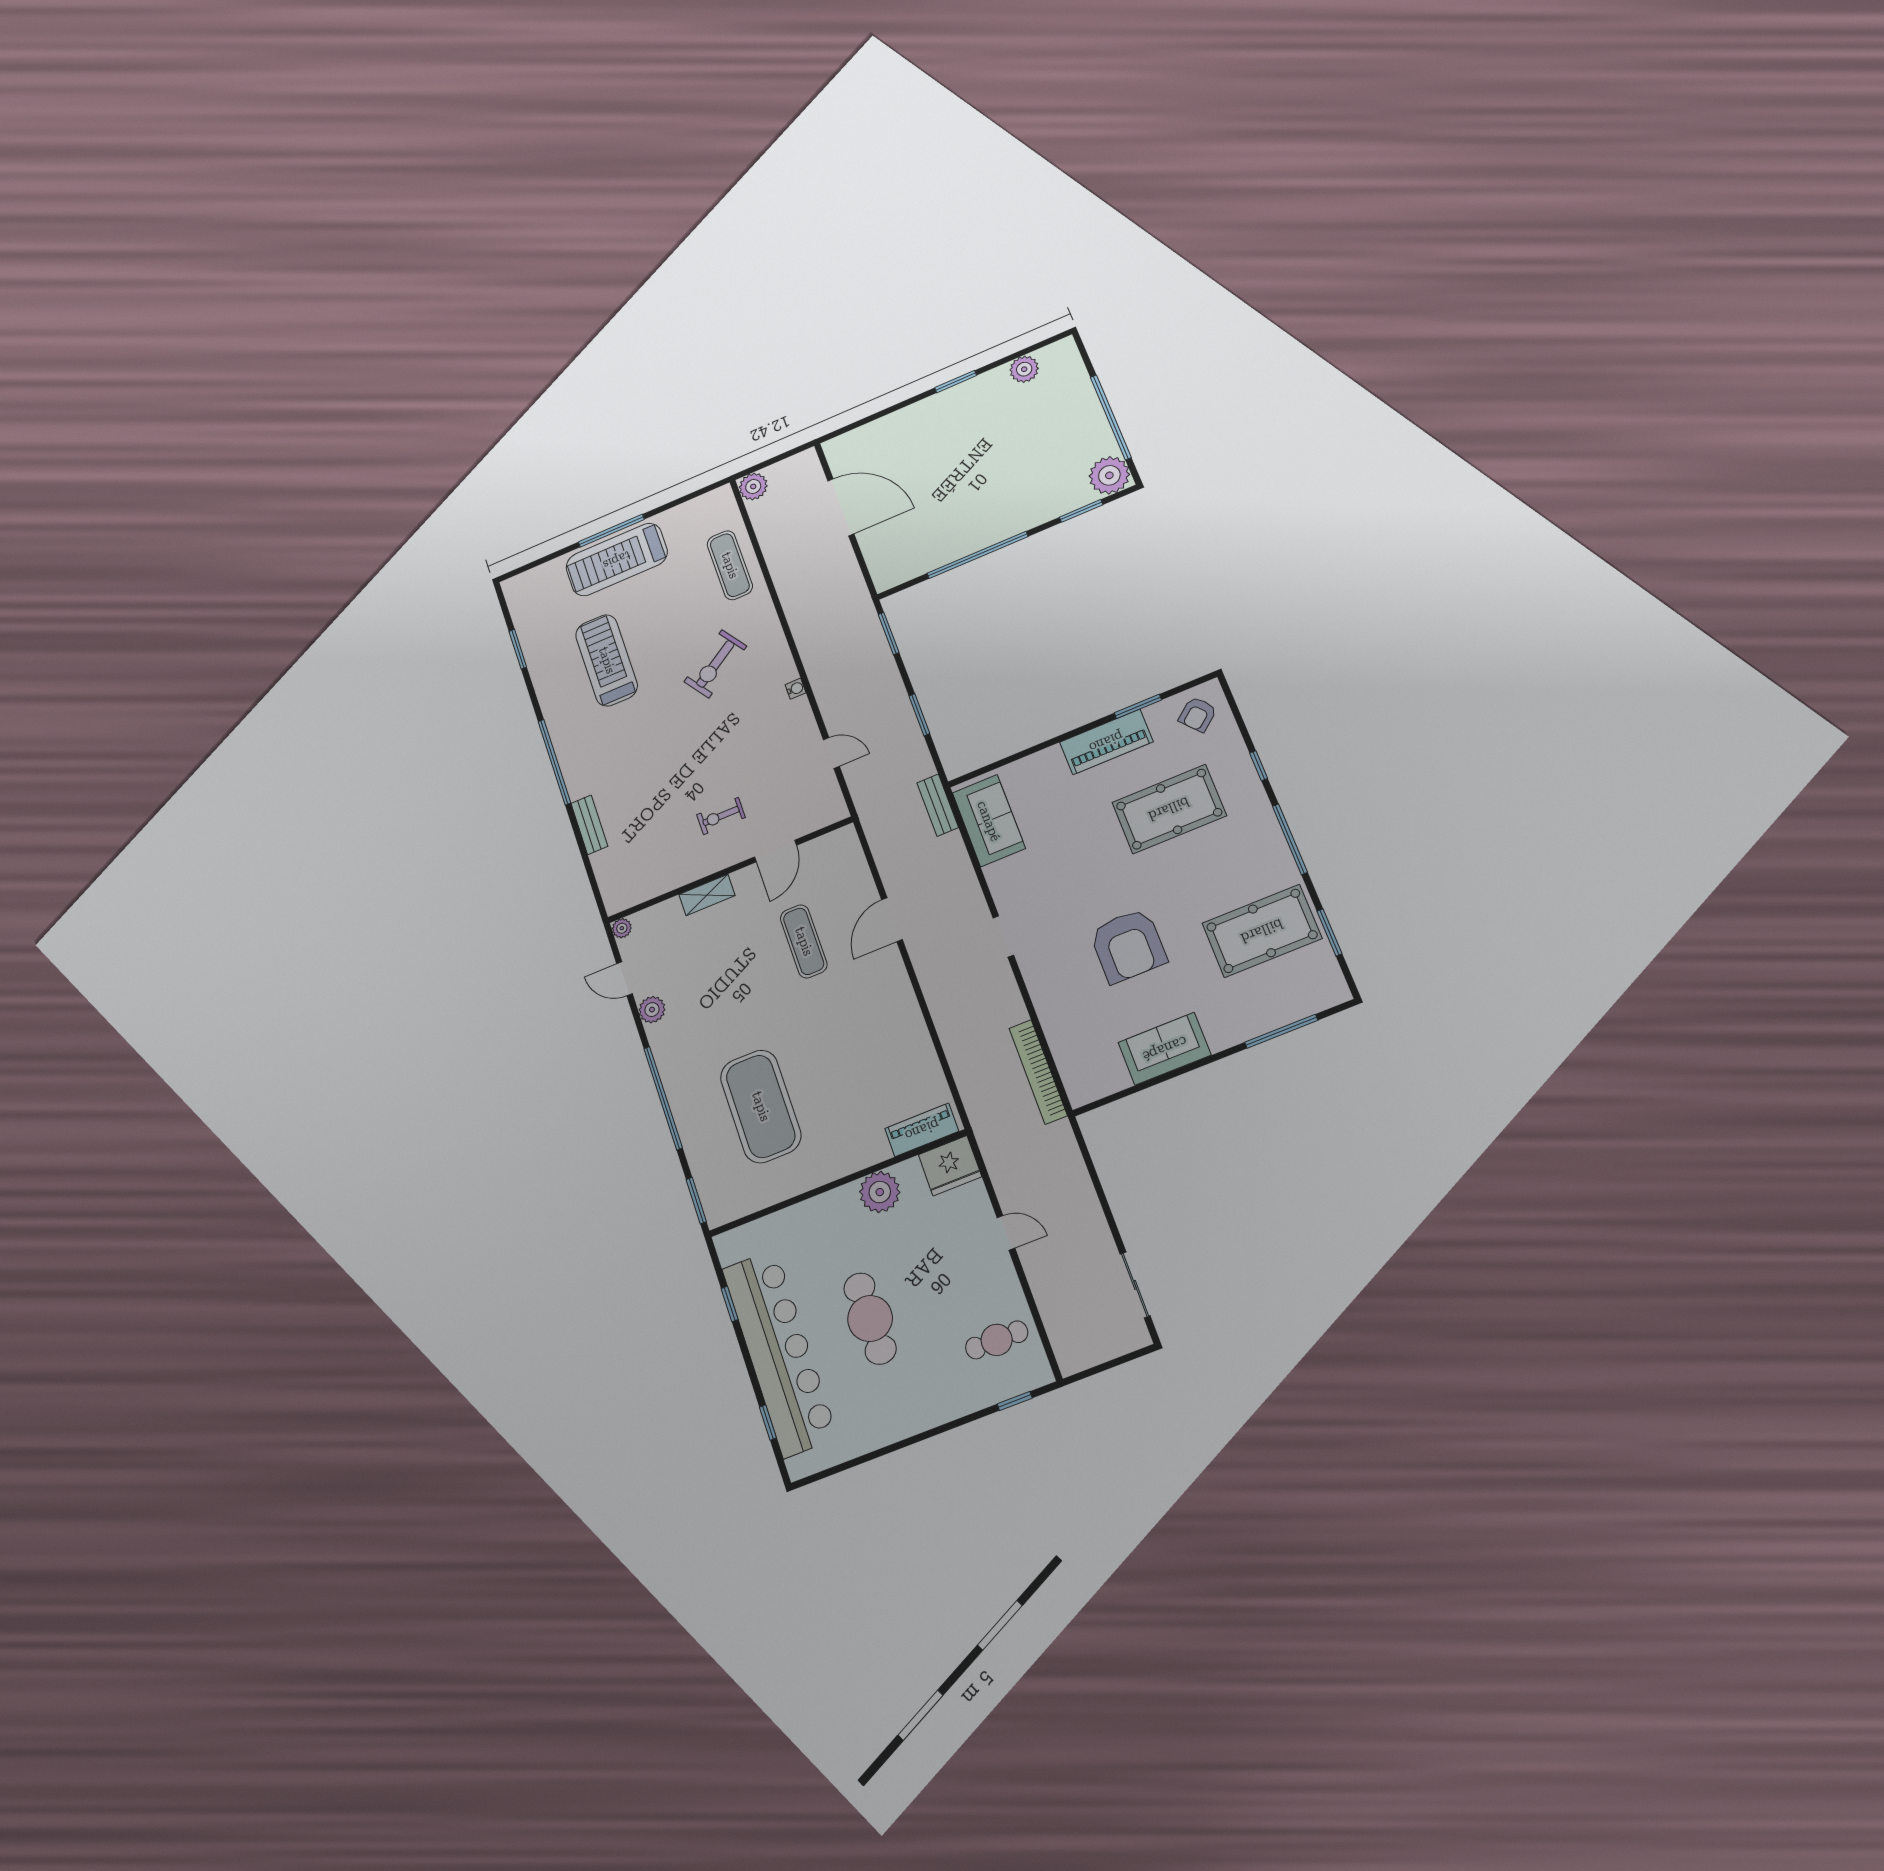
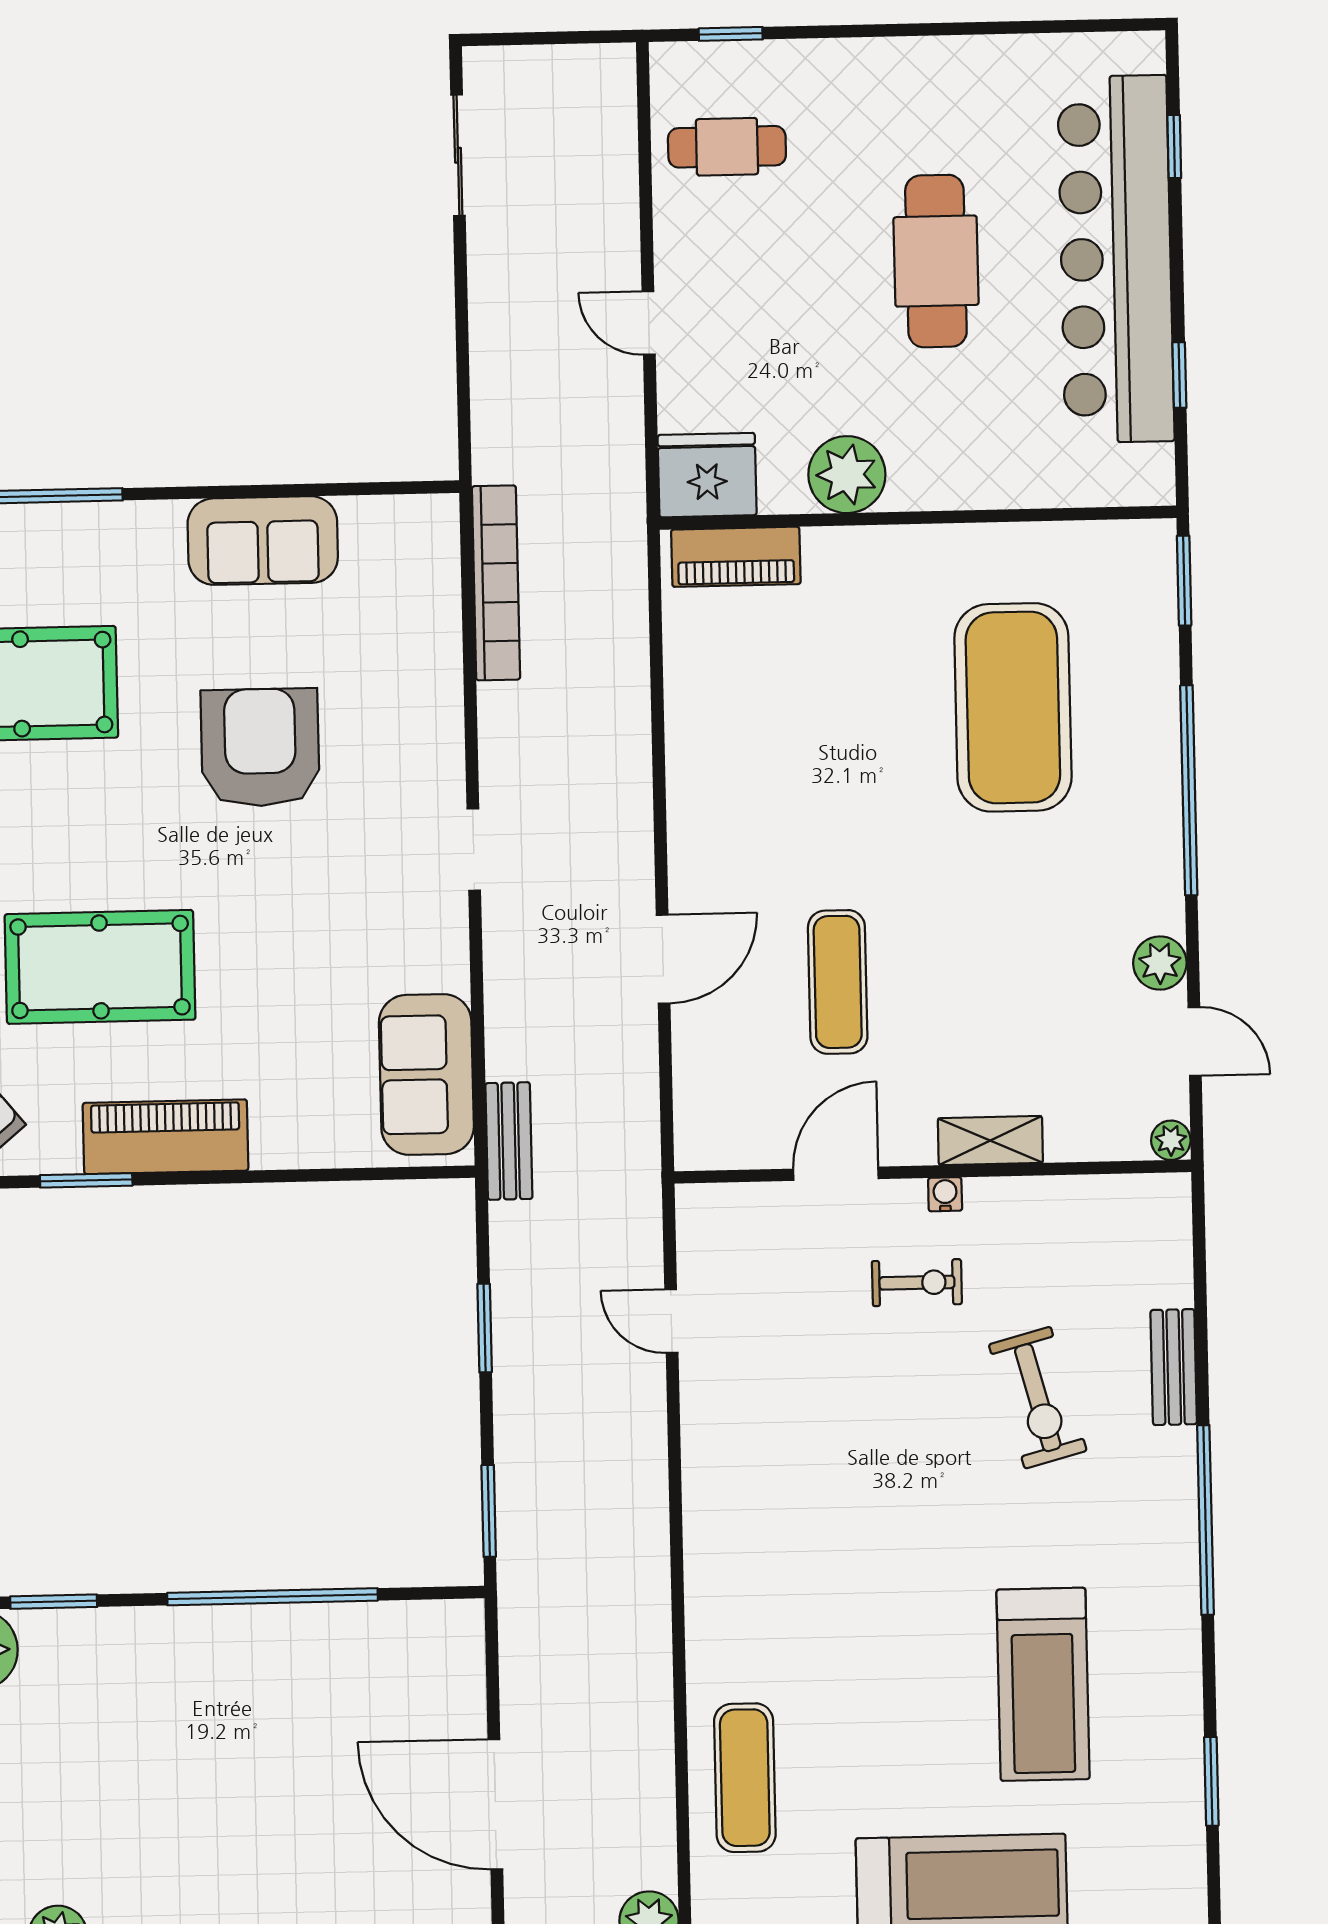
exercise bike: (715, 664) -> (1038, 1398), moved, turned 109
water cooler: (796, 689) -> (945, 1194), moved, turned 90

